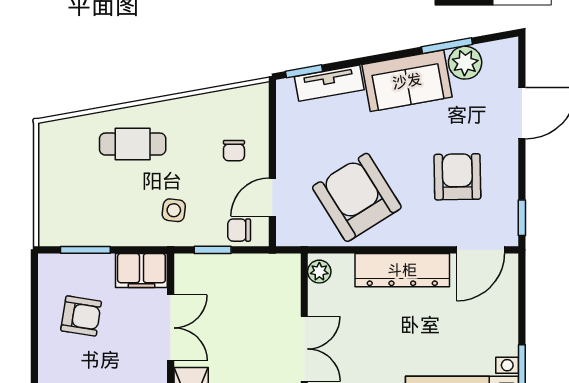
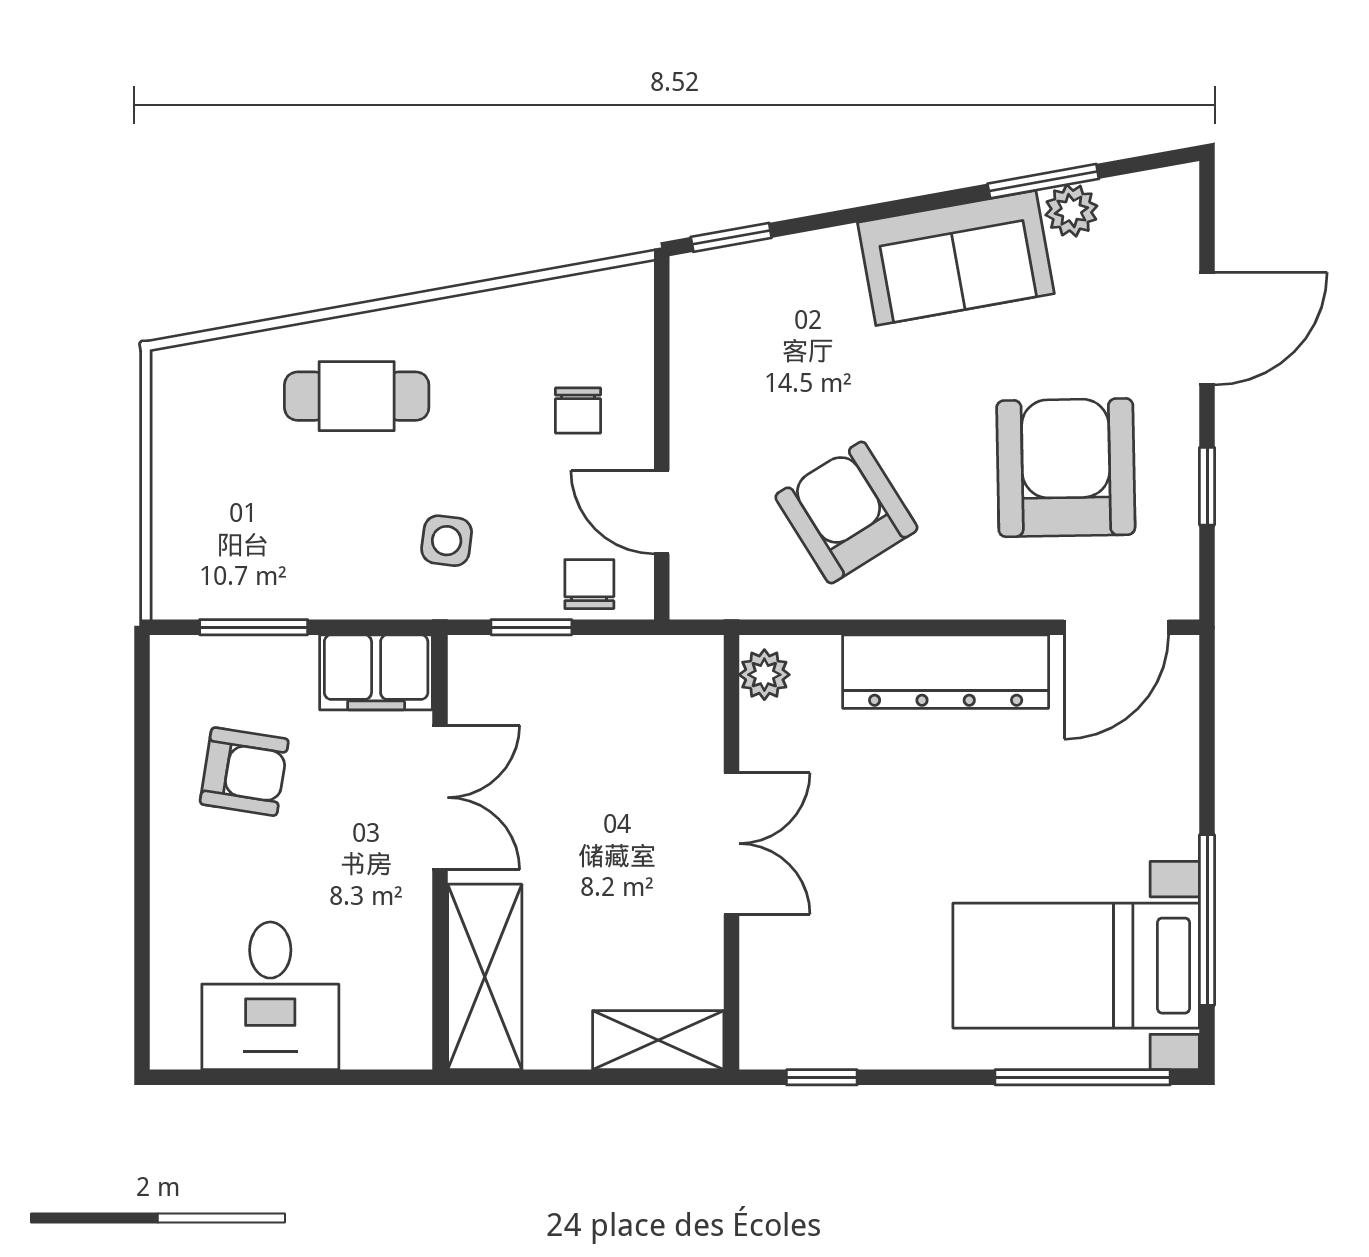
plant: (465, 63) -> (1071, 211), width x0.73, depth x0.73
tv unit: (329, 83) -> (786, 263), removed
armchair: (457, 177) -> (1066, 468), width x1.36, depth x1.36
door: (272, 197) -> (662, 512), hinge flipped
armchair: (357, 197) -> (846, 512), width x0.73, depth x0.73
window: (522, 218) -> (1207, 486), moved
chair: (239, 230) -> (589, 584), turned 90

